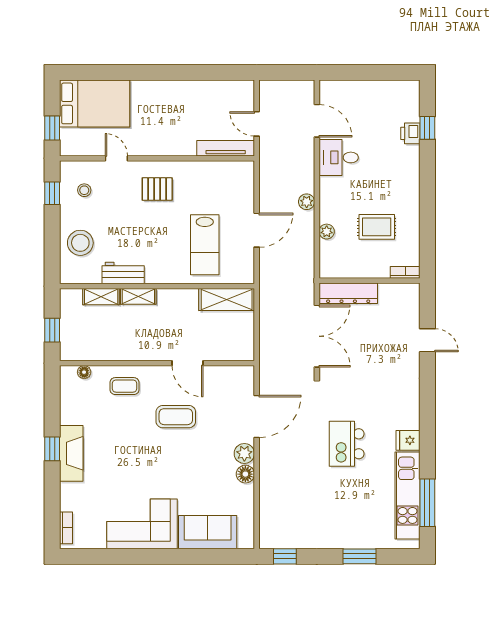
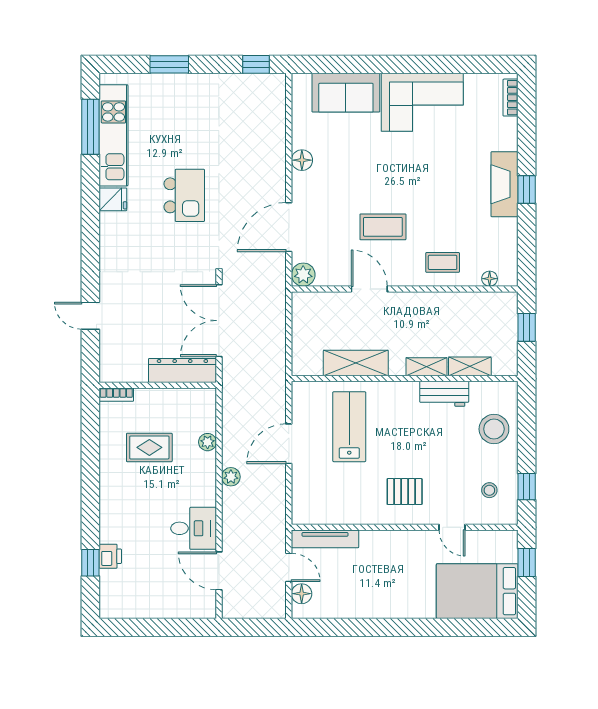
floor lamp: (246, 101) -> (302, 594), added
shelving: (227, 300) -> (356, 363), moved
plant: (244, 453) -> (303, 275), moved

